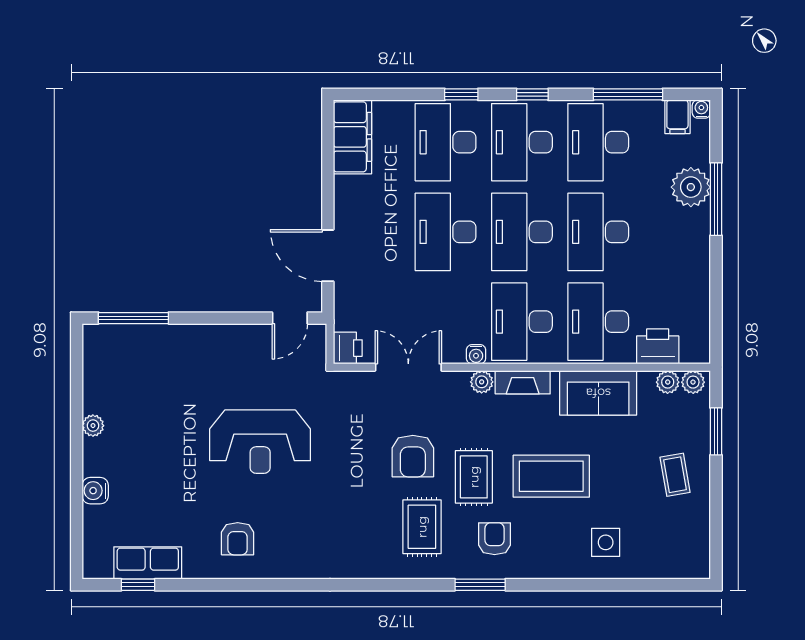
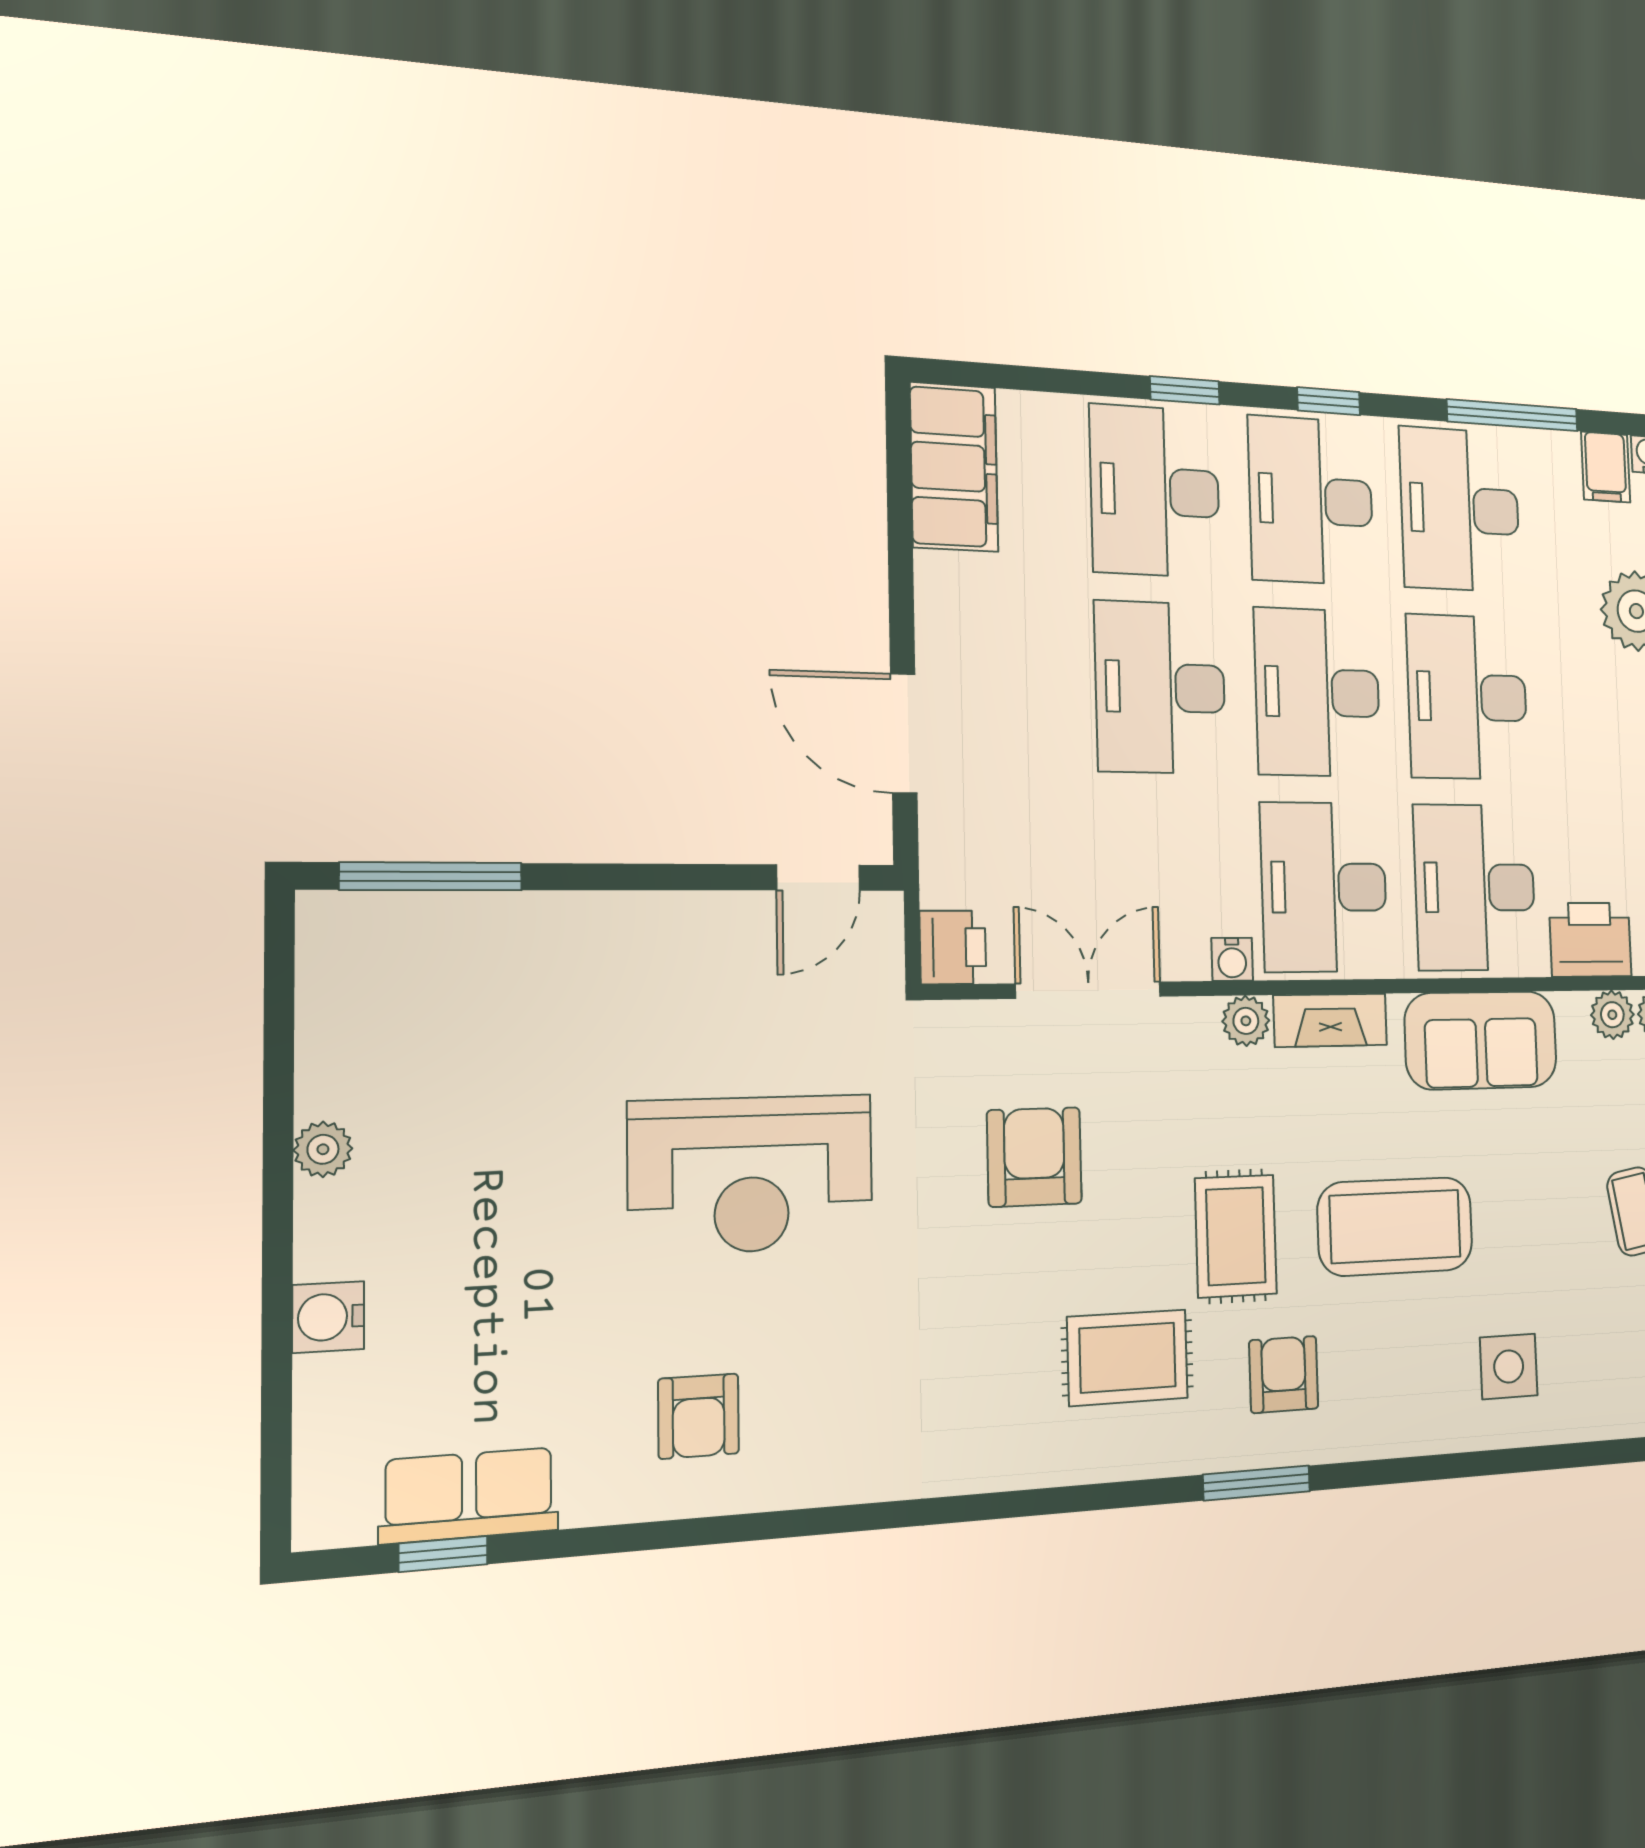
armchair: (413, 456) -> (1034, 1157), moved, turned 180
rug: (422, 527) -> (1128, 1358), turned 90

